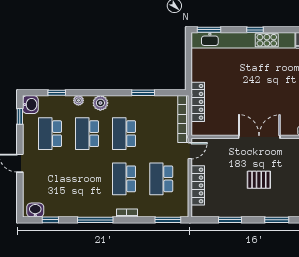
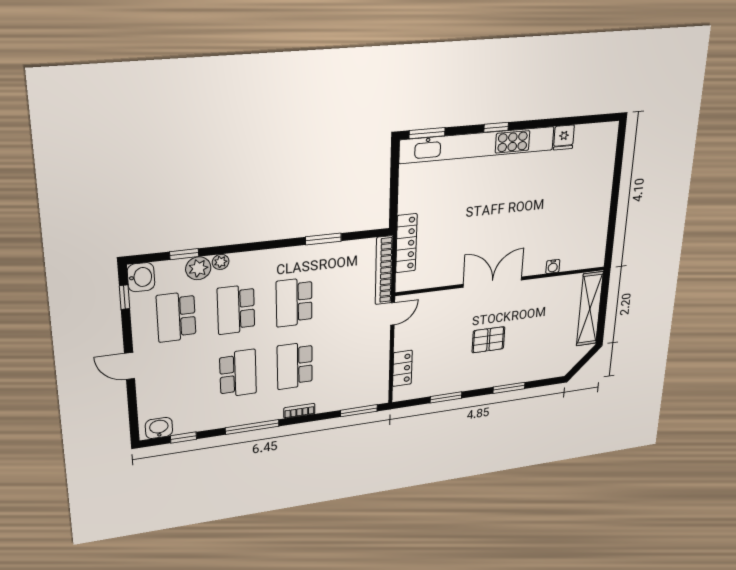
plant: (100, 103) -> (198, 268), moved
school desk: (161, 179) -> (238, 373), moved, turned 180
locker: (198, 185) -> (402, 368), width x0.66

